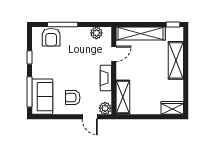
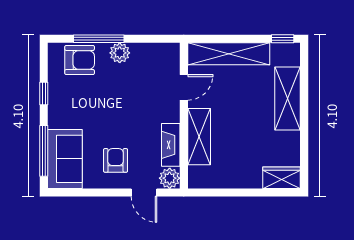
plant: (96, 33) -> (120, 53), moved
armchair: (51, 37) -> (80, 60), turned -90
fireplace: (106, 78) -> (171, 145), moved
shelving: (123, 97) -> (199, 137), moved
armchair: (73, 98) -> (116, 160), turned 90

